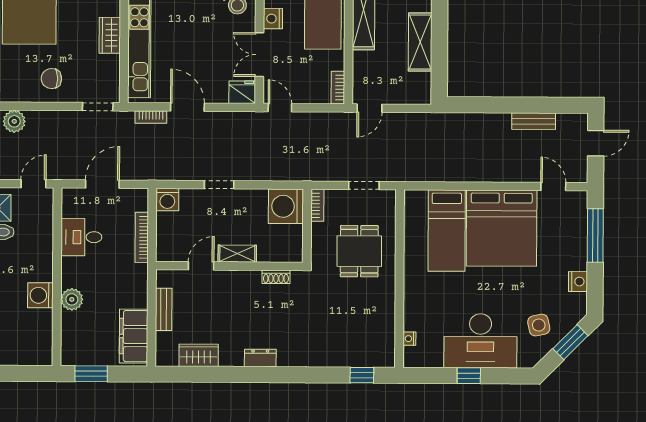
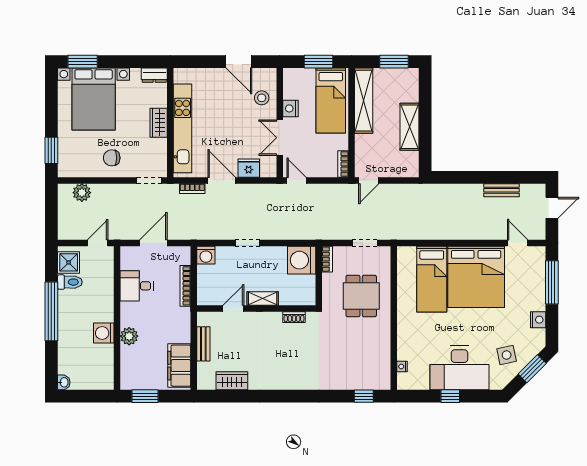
fridge: (242, 92) -> (249, 168), moved
dresser: (260, 358) -> (282, 383), removed

